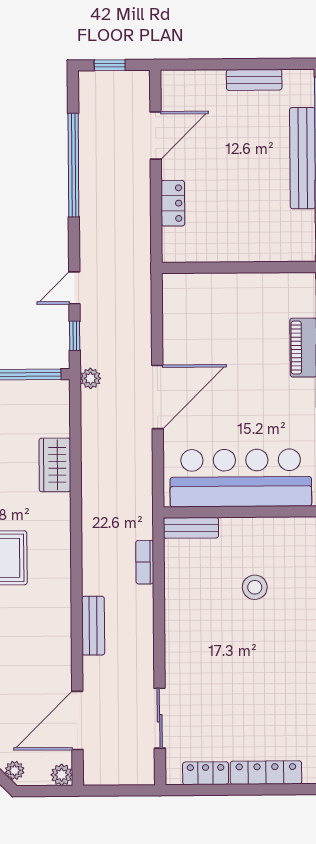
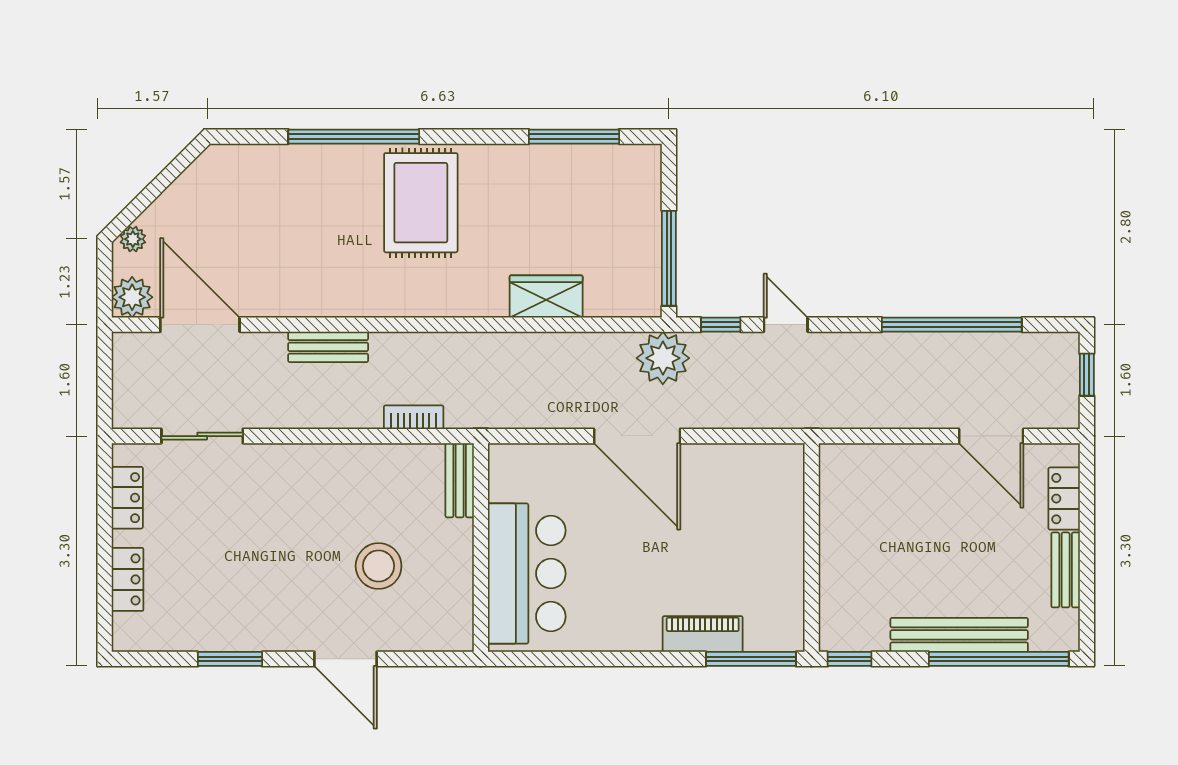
locker: (173, 203) -> (1064, 499), moved, turned 90
plant: (91, 378) -> (663, 358), width x1.88, depth x1.88
bar counter: (241, 478) -> (527, 574), width x0.73
stool: (255, 587) -> (379, 566), width x1.38, depth x1.38
locker: (266, 773) -> (128, 579), width x0.66
plant: (62, 775) -> (132, 297), width x1.38, depth x1.38

